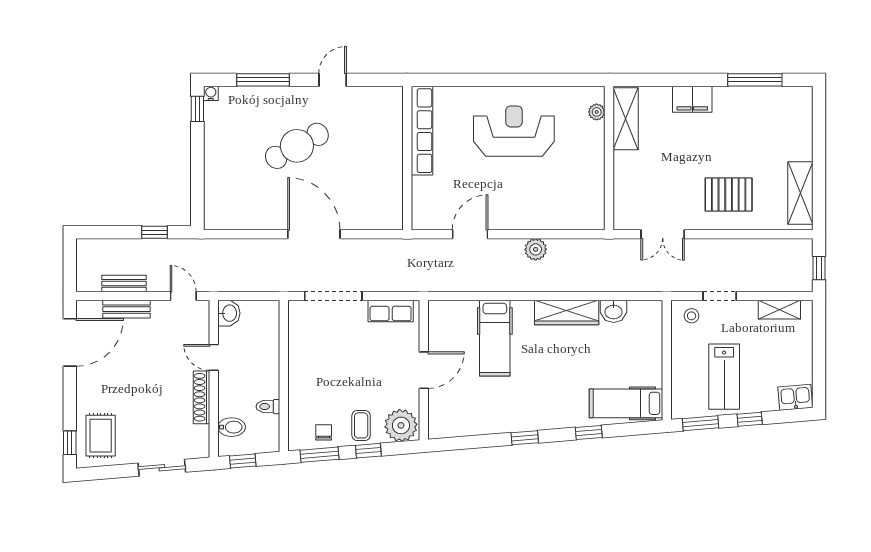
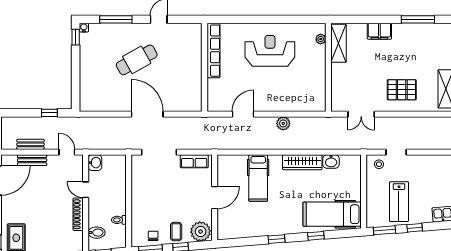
shelving: (779, 310) -> (433, 160), removed
hospital bed: (626, 403) -> (332, 214), width x1.37, depth x1.29

